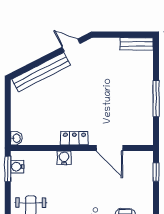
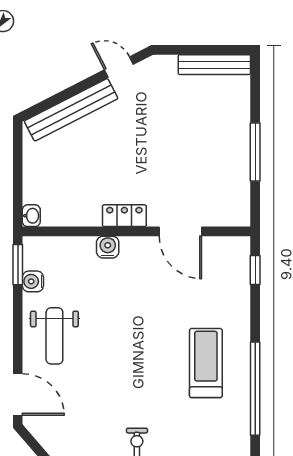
bench: (137, 44) -> (214, 65), width x1.36
water cooler: (17, 167) -> (33, 281), moved

